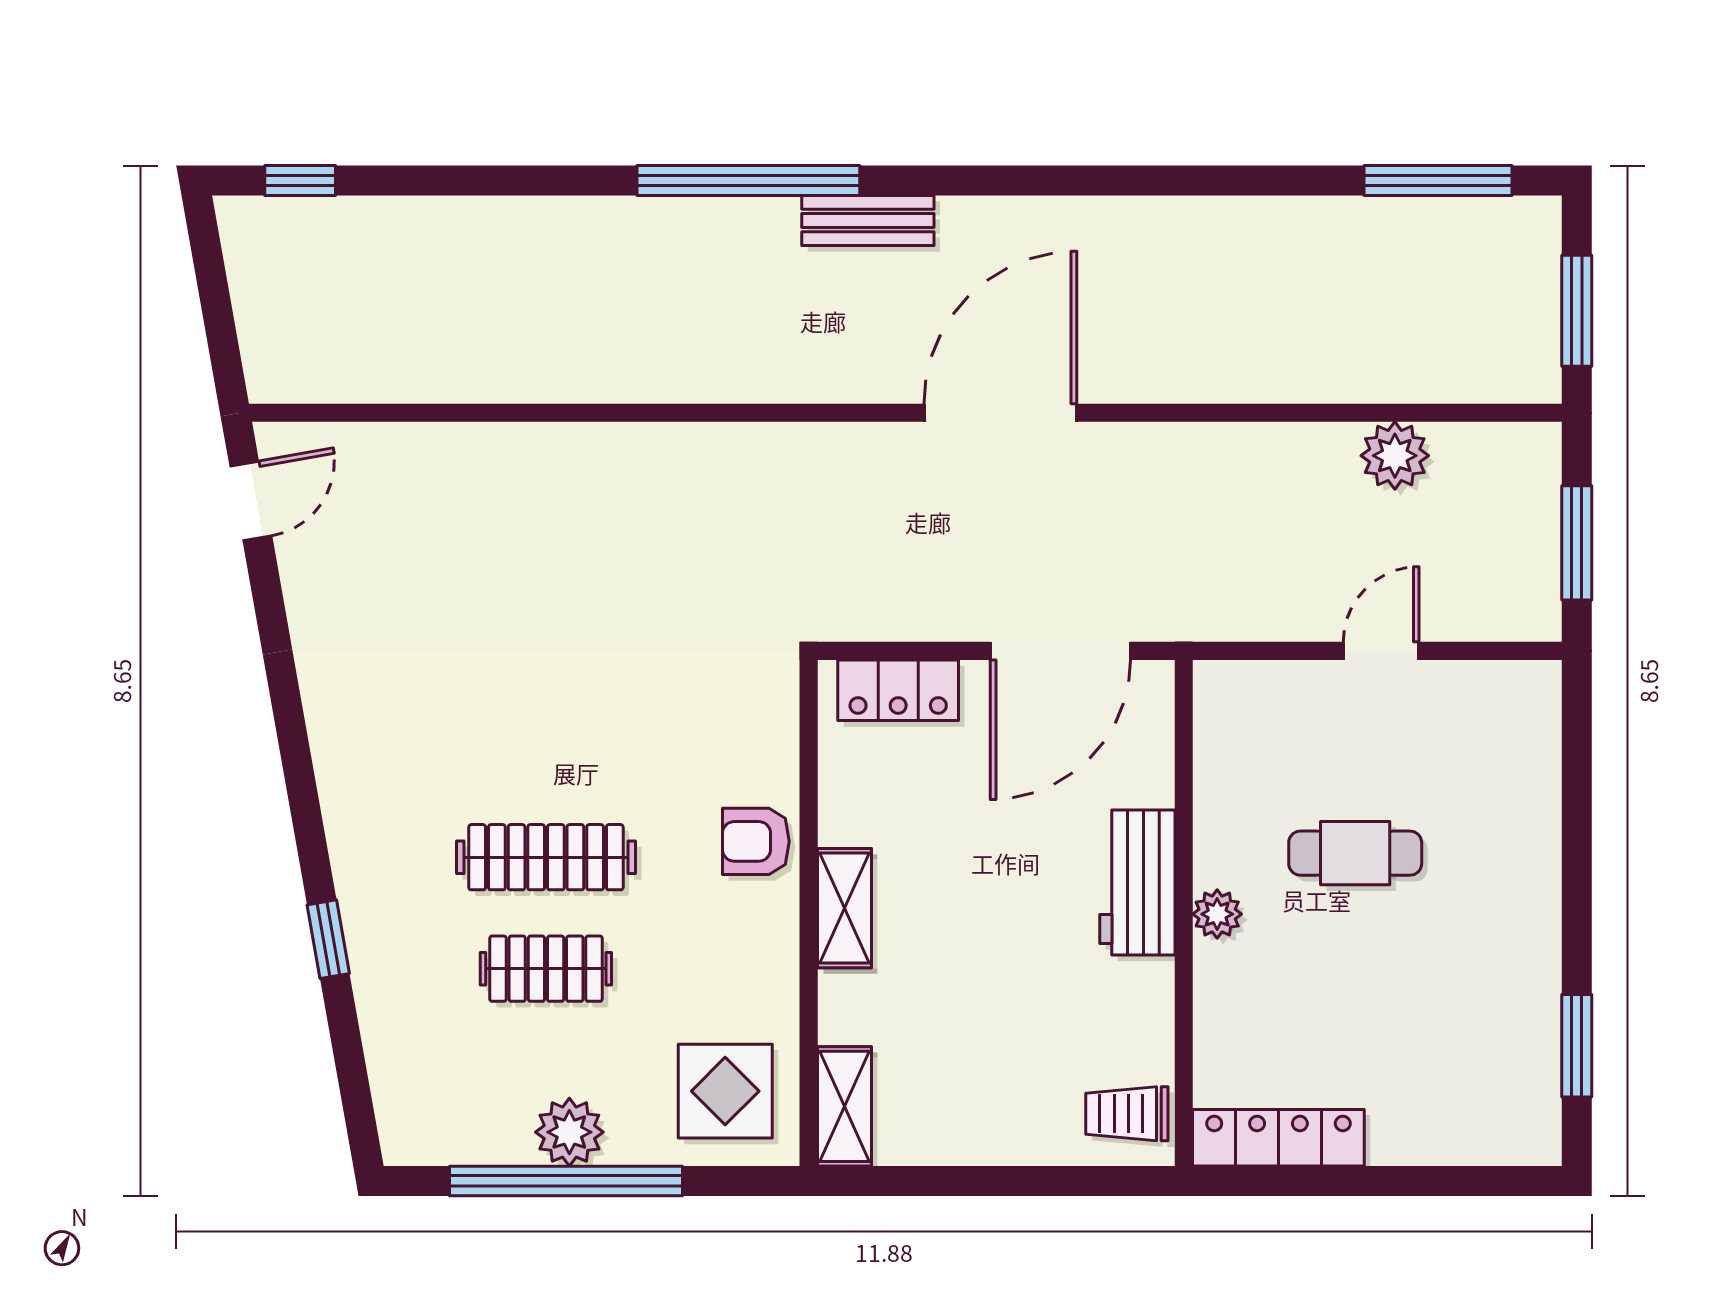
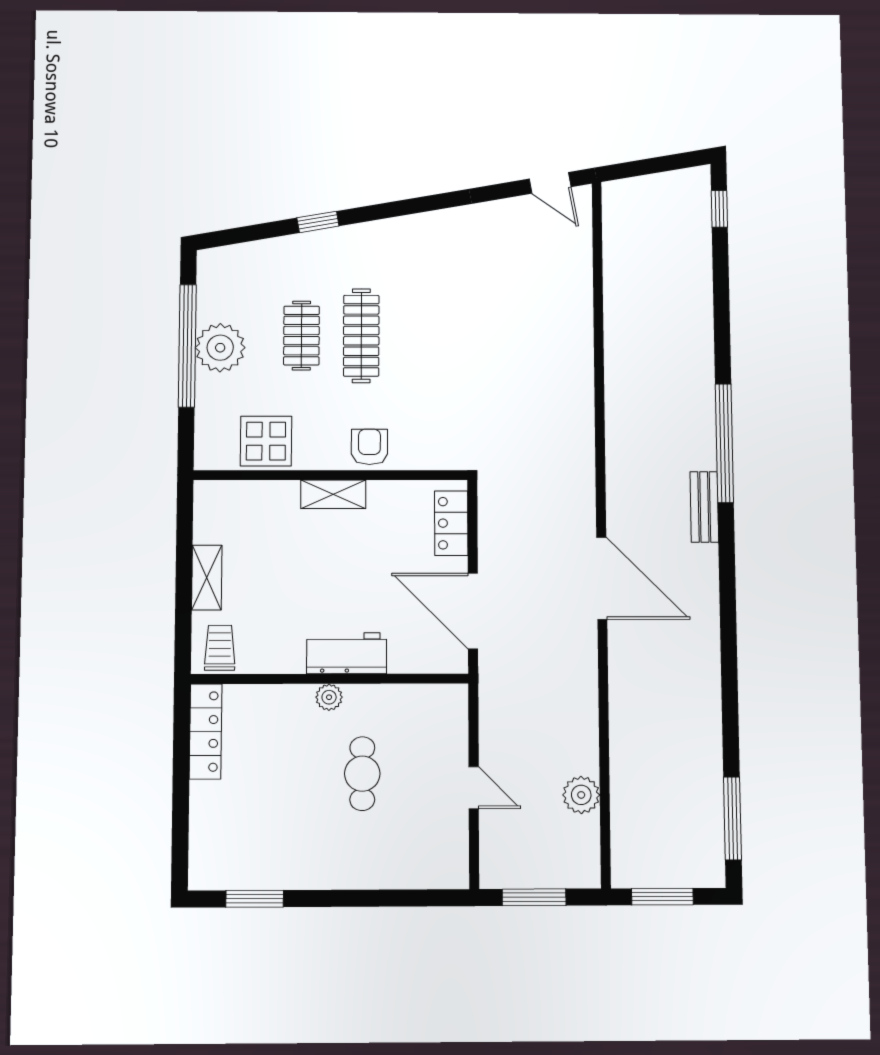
display table: (725, 1091) -> (266, 441), moved
shelving: (844, 1106) -> (207, 577), moved, turned 90
plant: (569, 1132) -> (220, 348), width x1.36, depth x1.36

